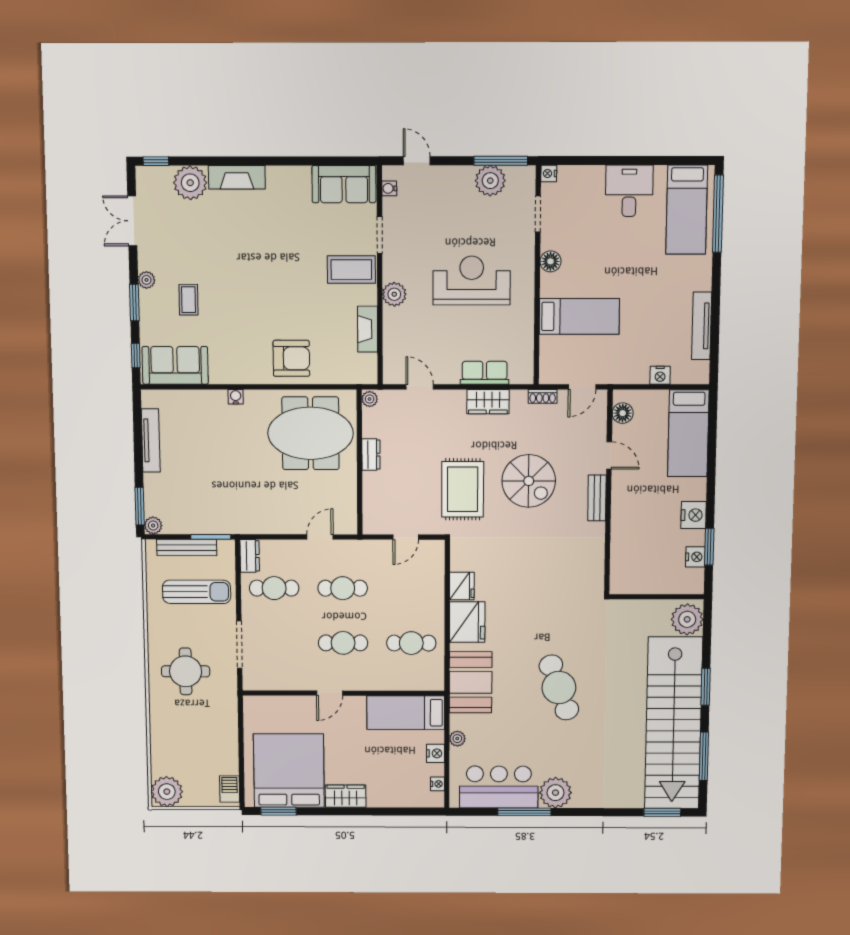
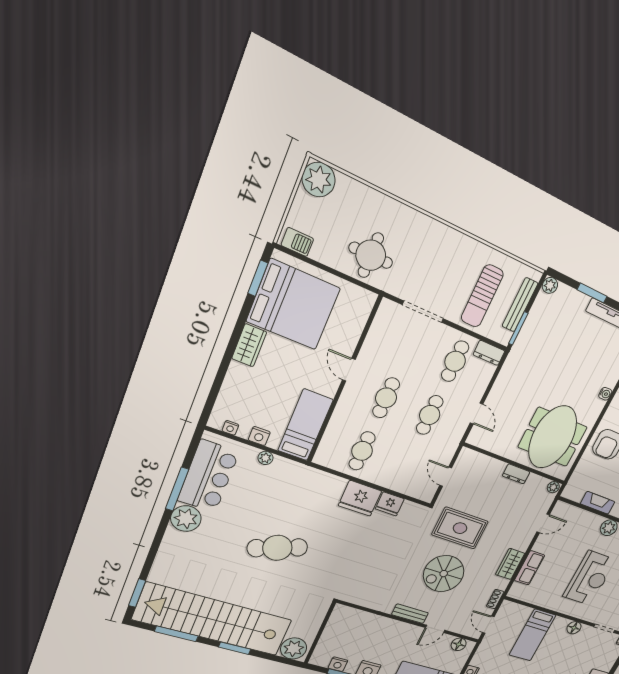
window: (140, 506) -> (592, 293), moved
round table: (186, 671) -> (371, 255), moved
booth: (471, 682) -> (310, 484), removed

